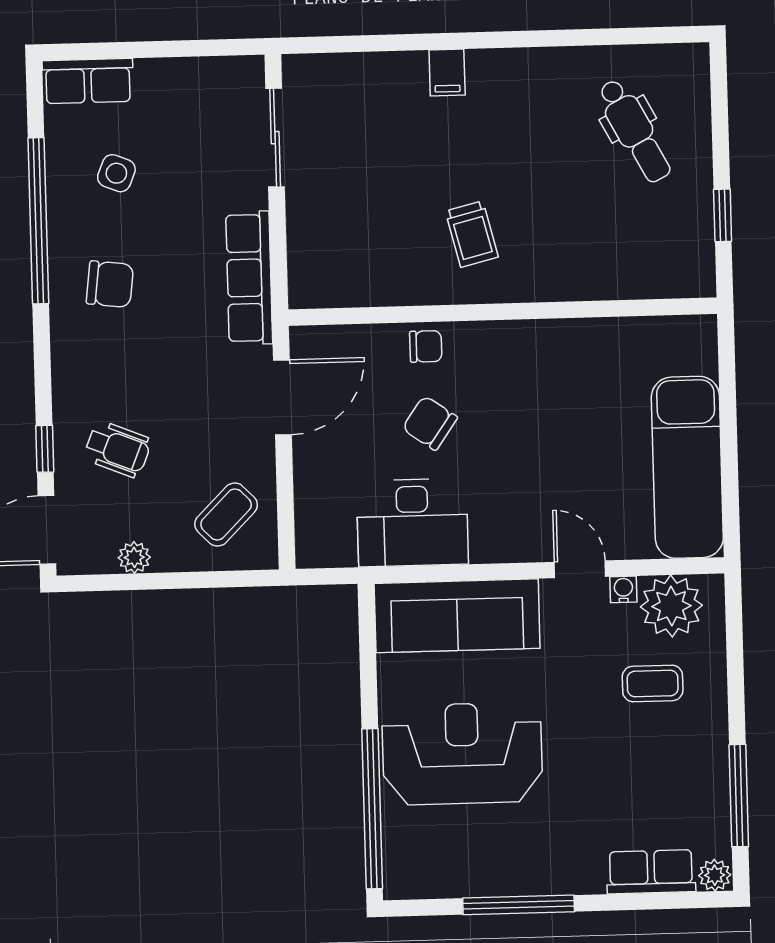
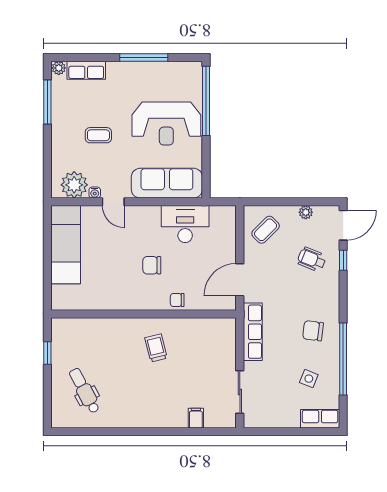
filing cabinet: (447, 72) -> (196, 418), moved
chair: (430, 423) -> (152, 265), moved, turned 145
coffee table: (653, 683) -> (98, 135), moved

